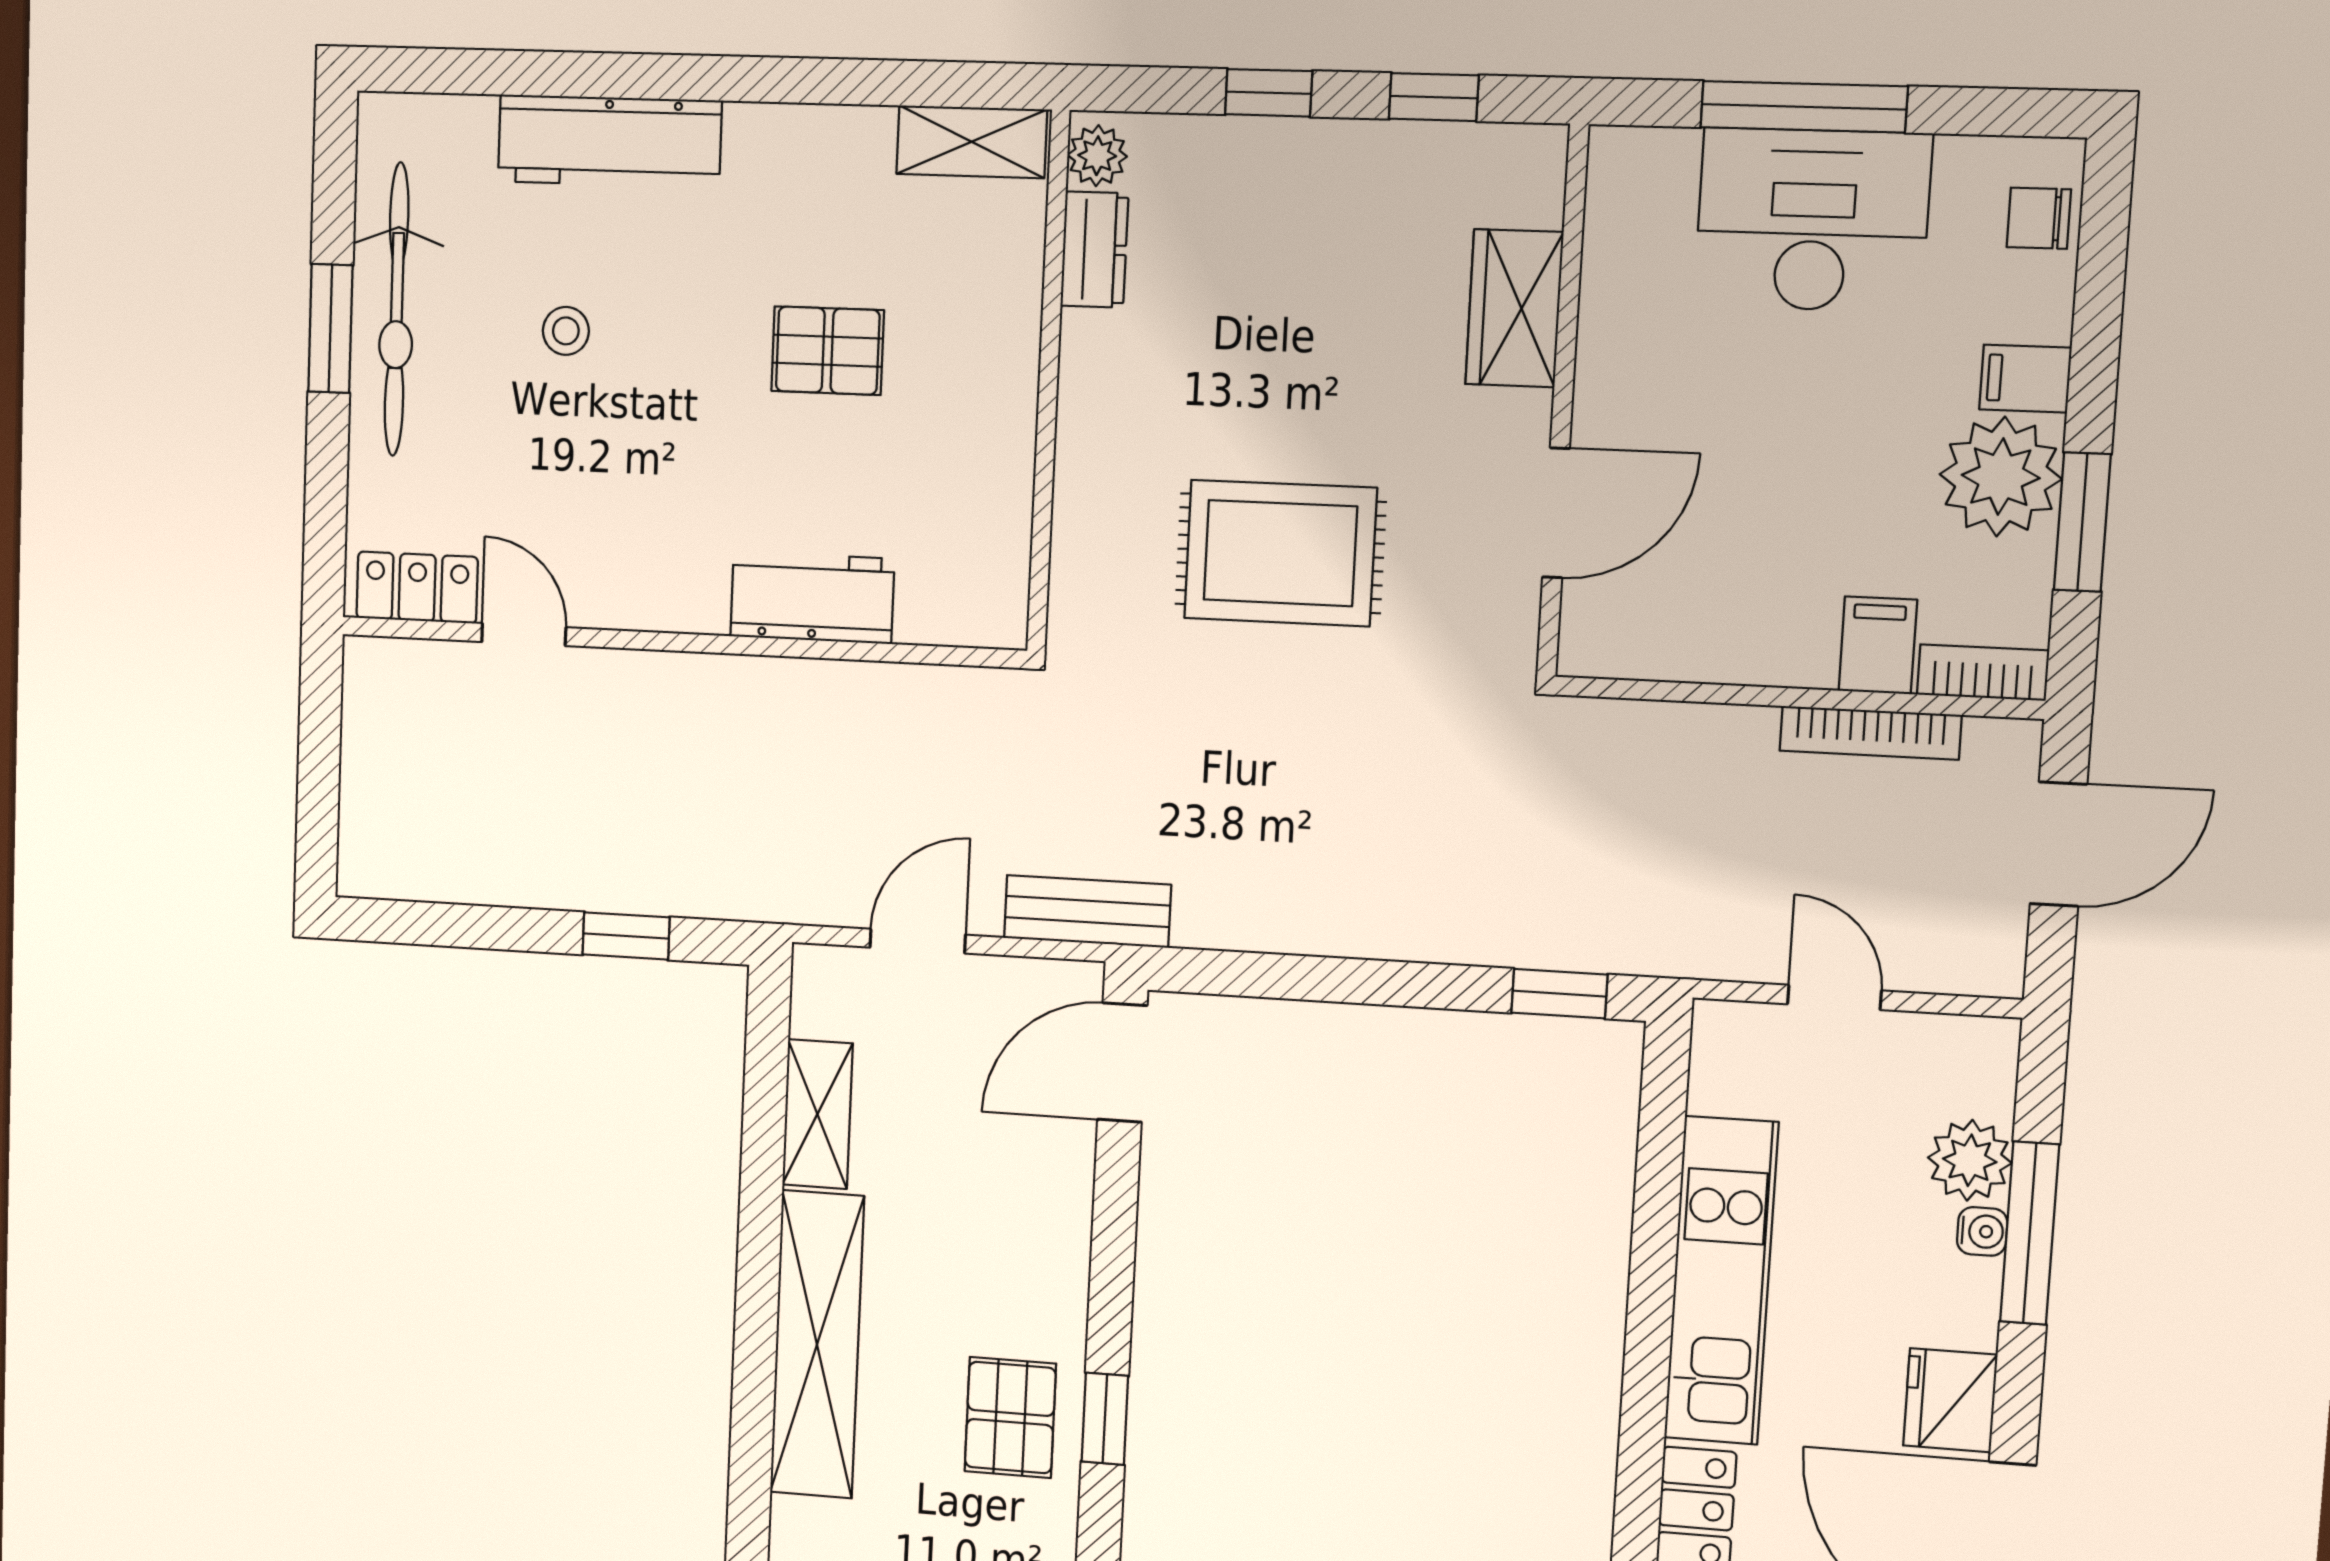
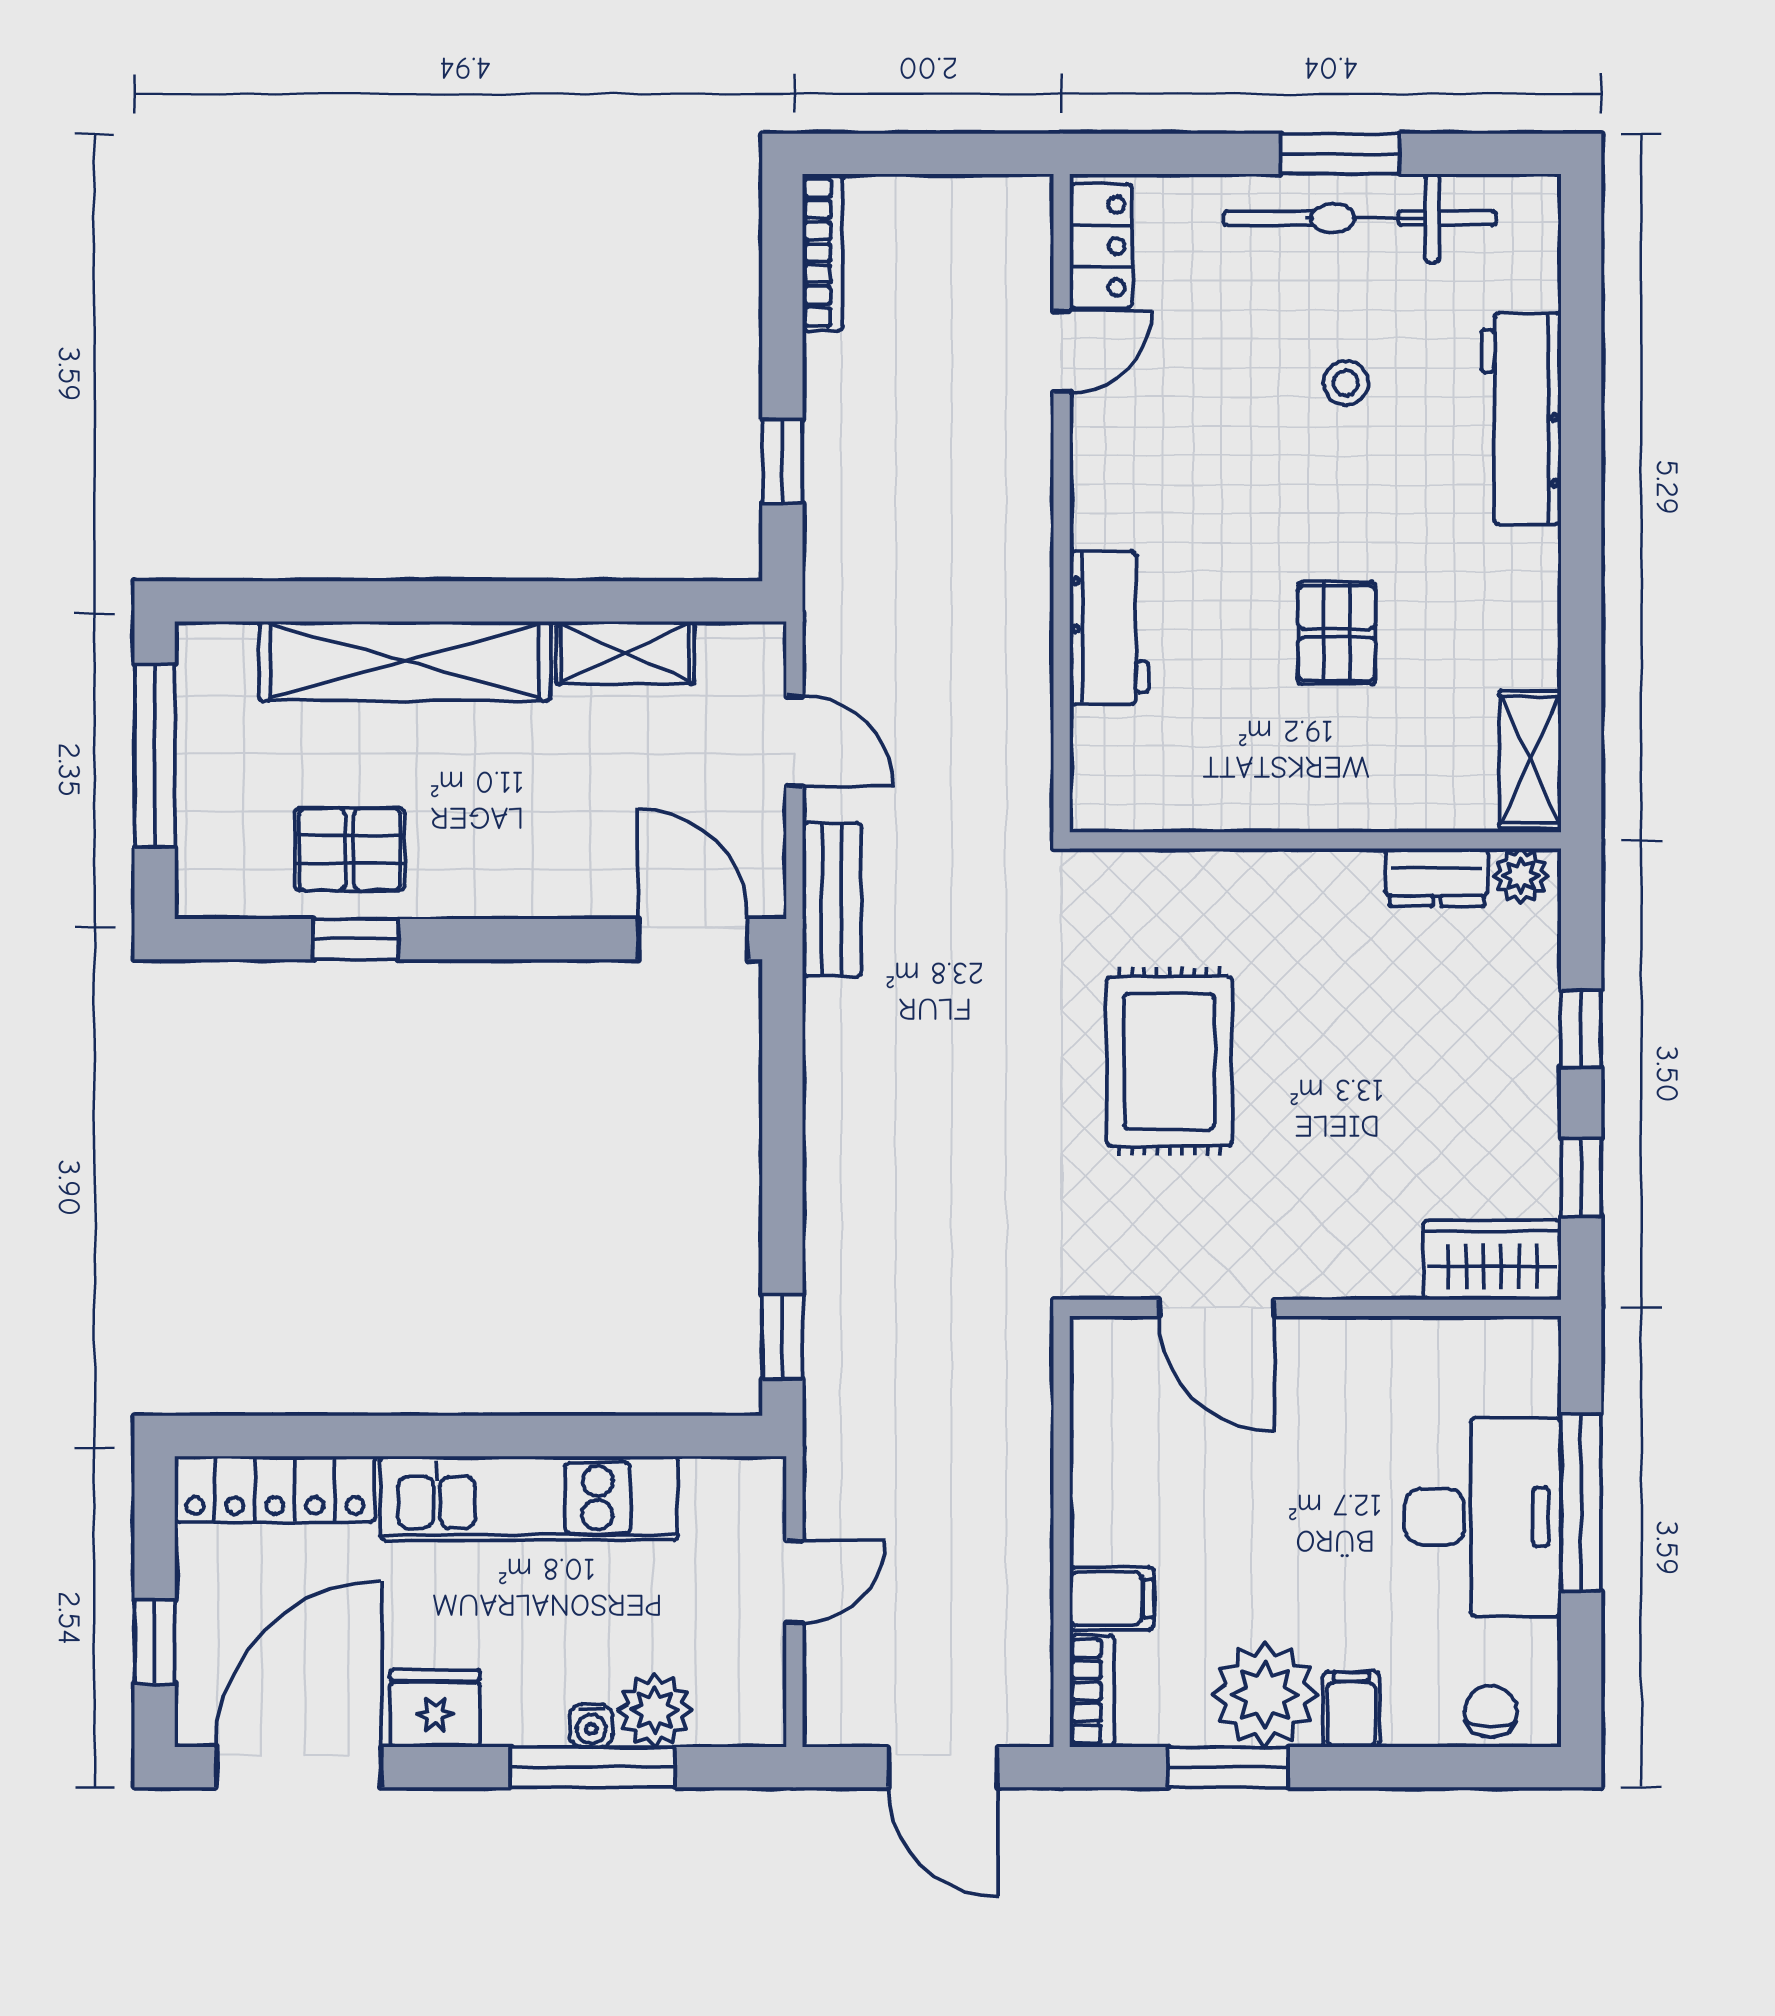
wardrobe: (1514, 308) -> (1492, 1260), moved
bookcase: (1870, 733) -> (823, 252), moved, turned 180

